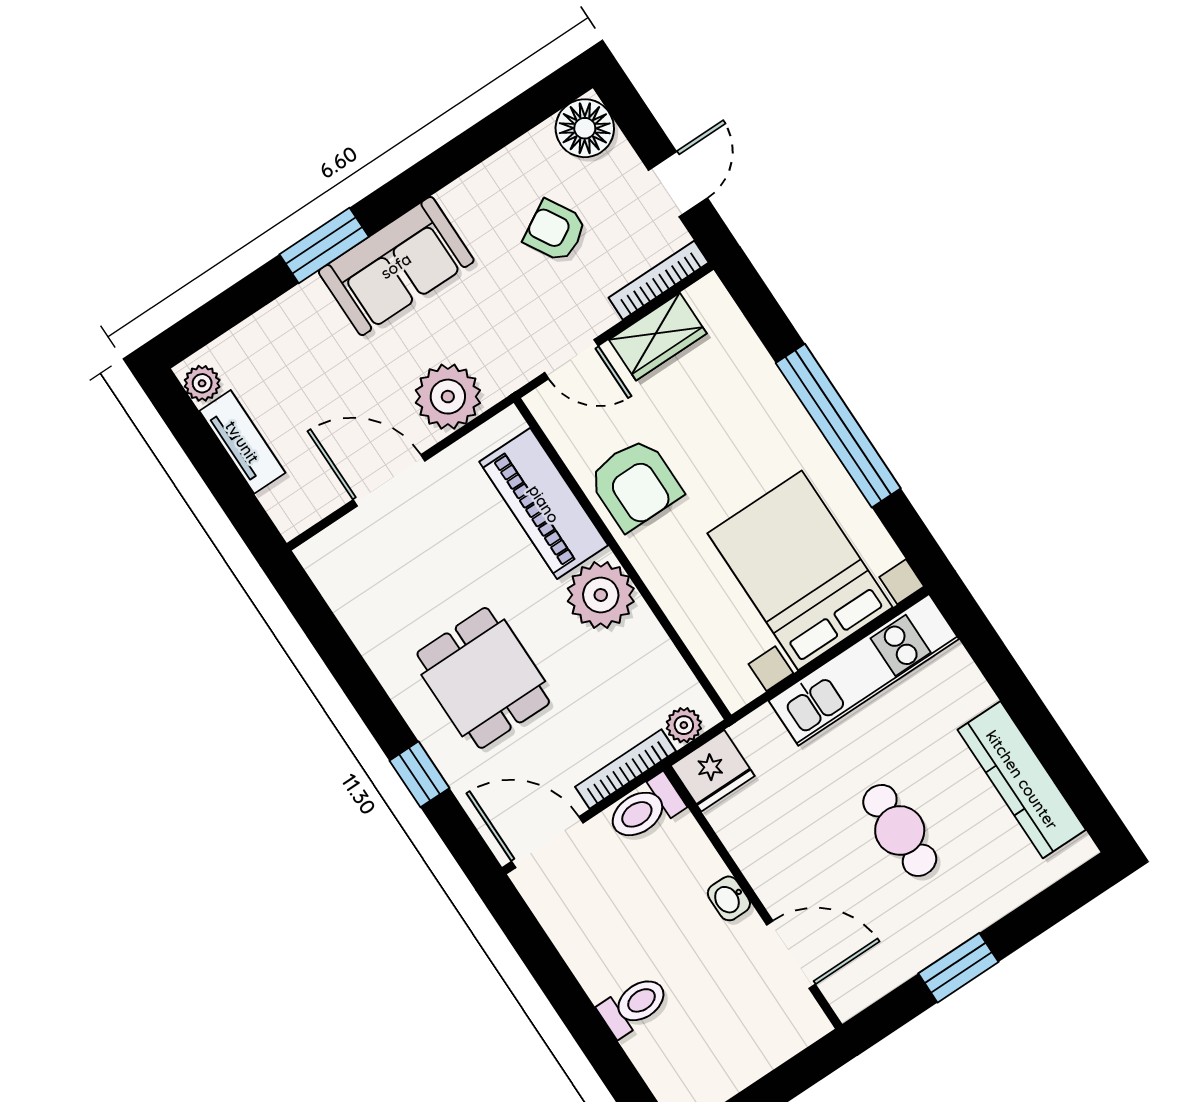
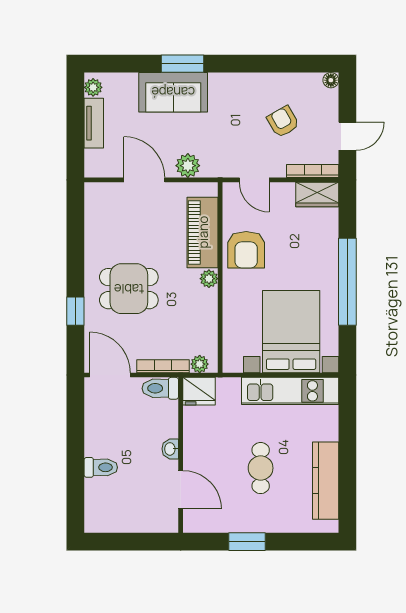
floor lamp: (585, 128) -> (331, 80), width x0.53, depth x0.53
sofa: (396, 266) -> (173, 92), moved
wardrobe: (658, 337) -> (317, 194), moved
plant: (448, 397) -> (188, 166), width x0.73, depth x0.73
plant: (601, 595) -> (209, 279), width x0.53, depth x0.53
dining table: (483, 678) -> (129, 289), turned 90

